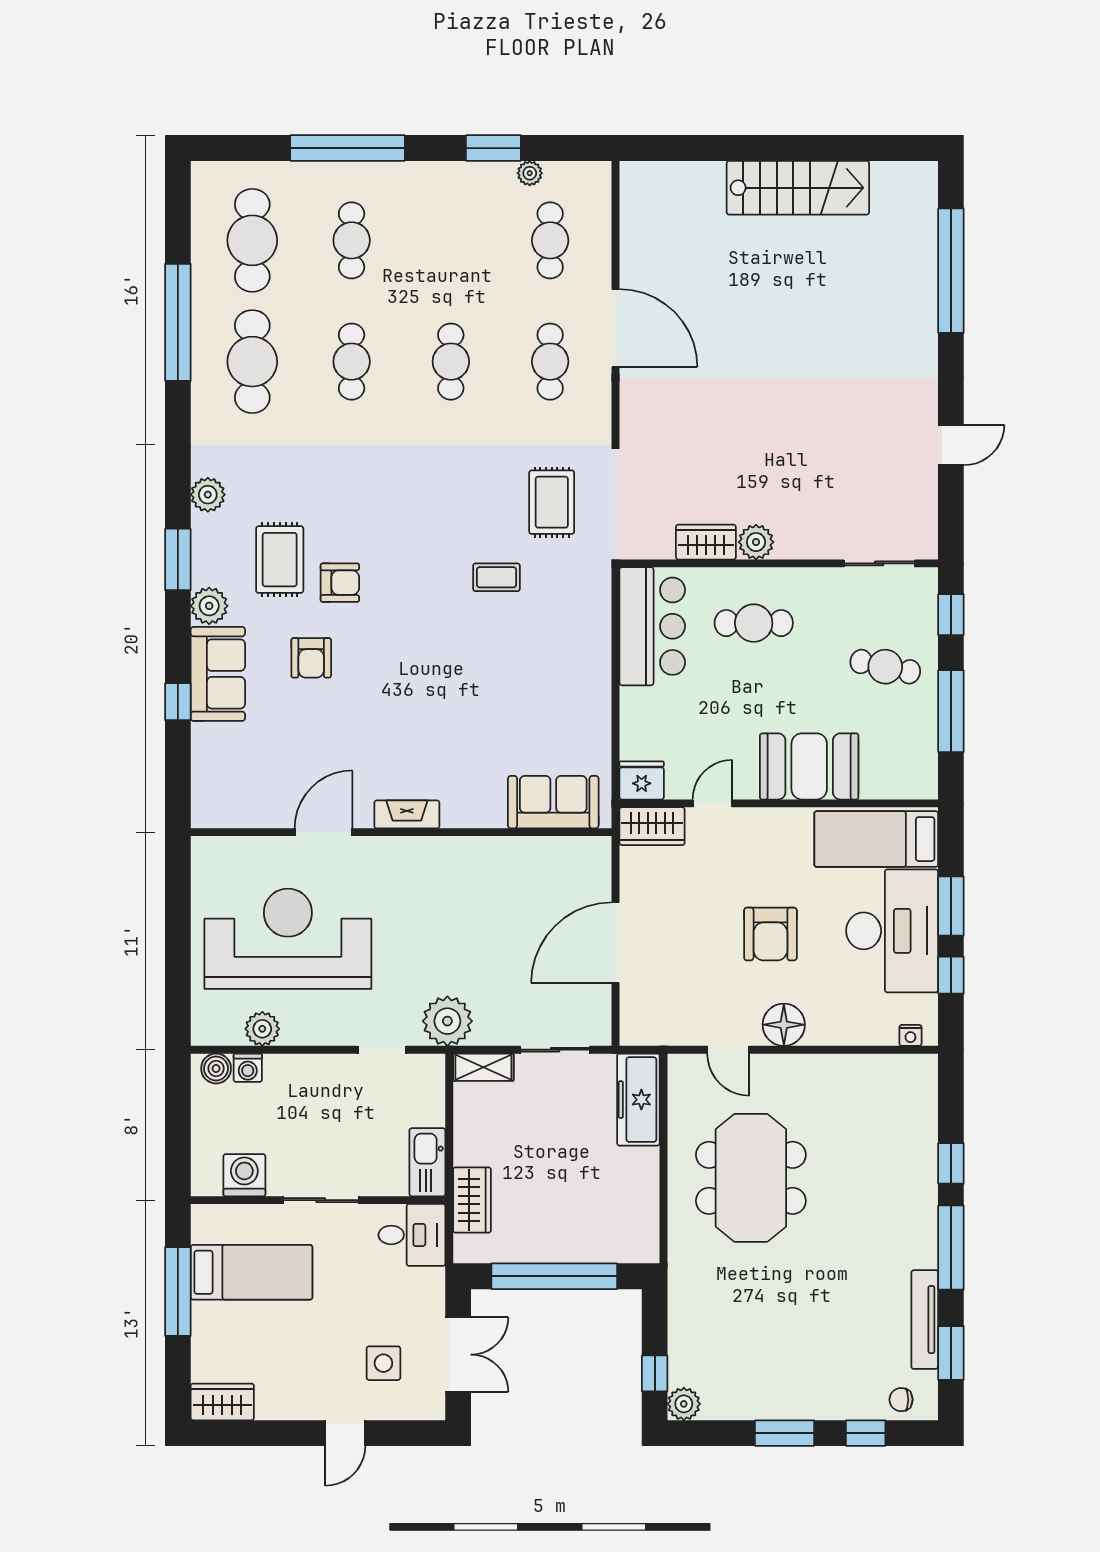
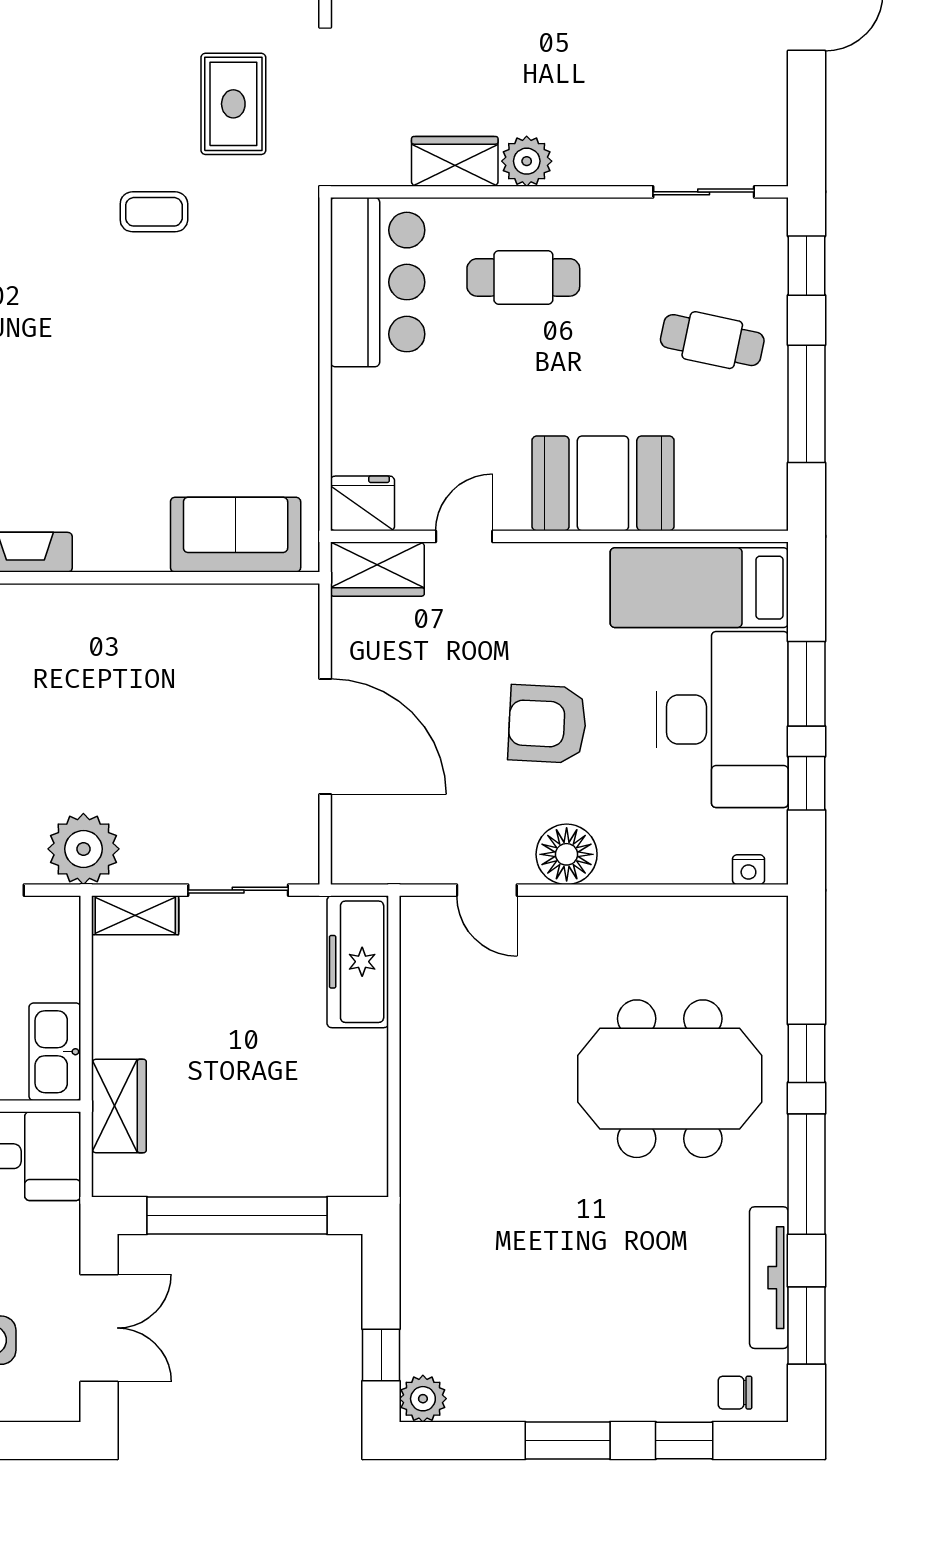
armchair: (770, 934) -> (547, 724), turned 93
door: (616, 943) -> (325, 736), swing flipped
meeting table: (751, 1178) -> (670, 1079), moved, turned 90

